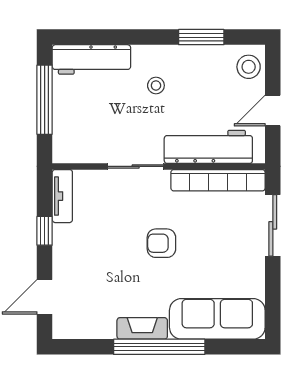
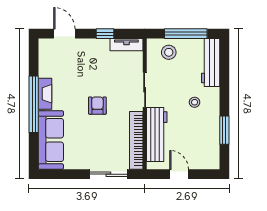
stool: (249, 67) -> (169, 52), moved

